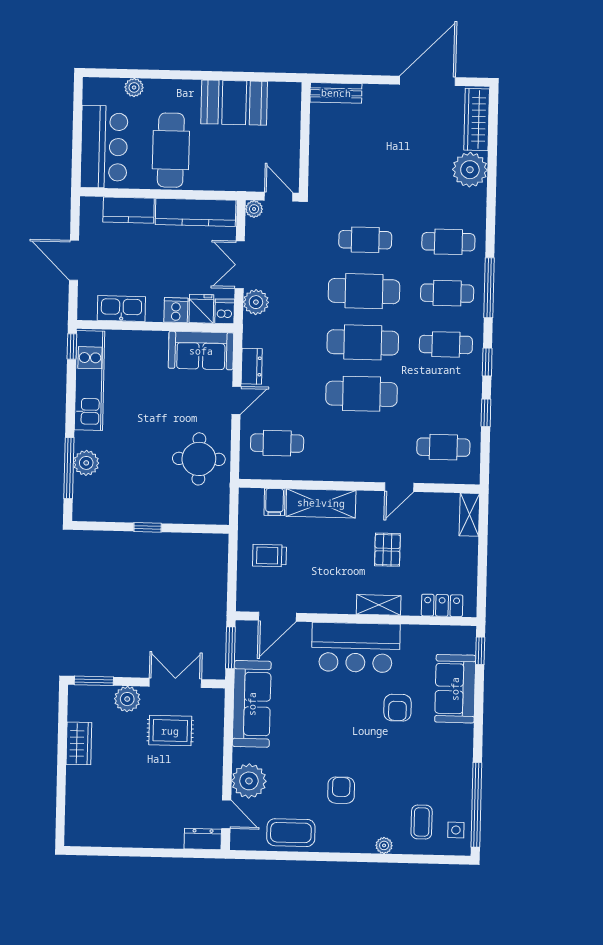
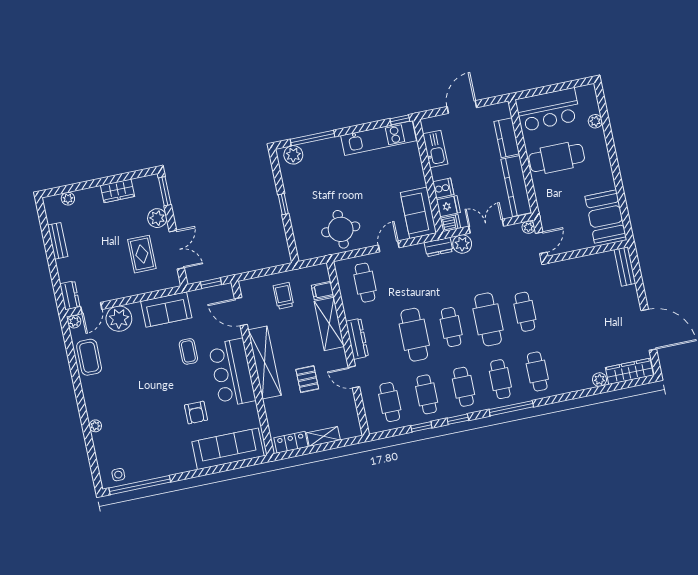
booth: (234, 103) -> (606, 217), moved
plant: (470, 170) -> (599, 380), width x0.53, depth x0.53
cafe table: (363, 342) -> (451, 327), width x0.73, depth x0.74
dresser: (252, 366) -> (439, 247), moved
cafe table: (445, 396) -> (427, 394), added
door: (236, 400) -> (389, 246), swing flipped
plant: (86, 463) -> (293, 155), moved
dresser: (349, 471) -> (357, 339), added
shelving: (469, 515) -> (323, 436), moved
pallet: (387, 550) -> (307, 379), turned 90
shelving: (379, 605) -> (265, 362), width x2.20, depth x1.33
locker: (442, 605) -> (291, 442), moved, turned -90
window: (230, 648) -> (211, 283), width x0.67
window: (480, 651) -> (250, 462), removed
sofa: (455, 689) -> (228, 449), width x1.36
sofa: (252, 704) -> (166, 310), width x0.73
armchair: (397, 708) -> (196, 413), turned -90
armchair: (341, 790) -> (128, 386), removed
plant: (74, 812) -> (68, 199), added
coffee table: (422, 822) -> (188, 351), moved, turned 90
bench: (127, 838) -> (58, 241), added
plant: (239, 841) -> (74, 322), added

